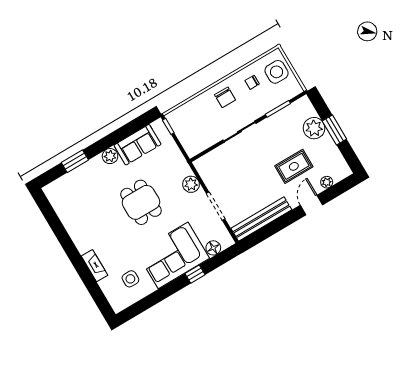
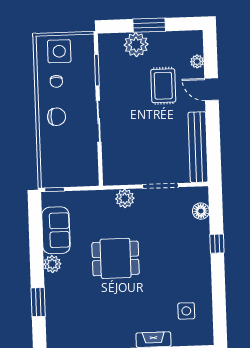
corner sofa: (173, 255) -> (186, 255), removed

